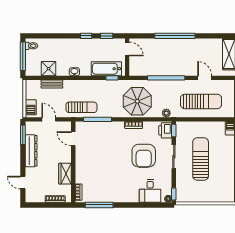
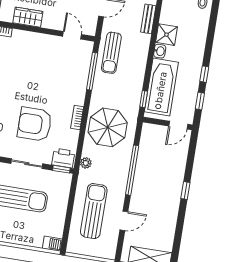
window: (175, 36) -> (185, 191), width x0.32
shower: (49, 69) -> (166, 35), moved
bathtub: (106, 69) -> (161, 87), width x1.36, depth x1.36
sun lounger: (201, 101) -> (94, 211), turned 180
door: (73, 139) -> (72, 35), hinge flipped

